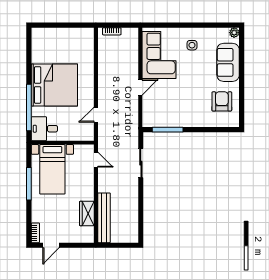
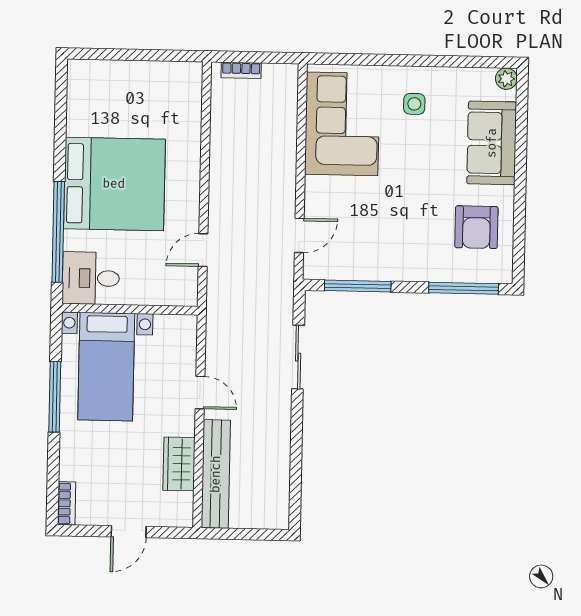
door: (140, 87) -> (299, 235), moved
armchair: (222, 101) -> (476, 227), turned 180
window: (216, 130) -> (464, 288), added
door: (96, 160) -> (200, 393), moved
door: (51, 245) -> (129, 532), moved

